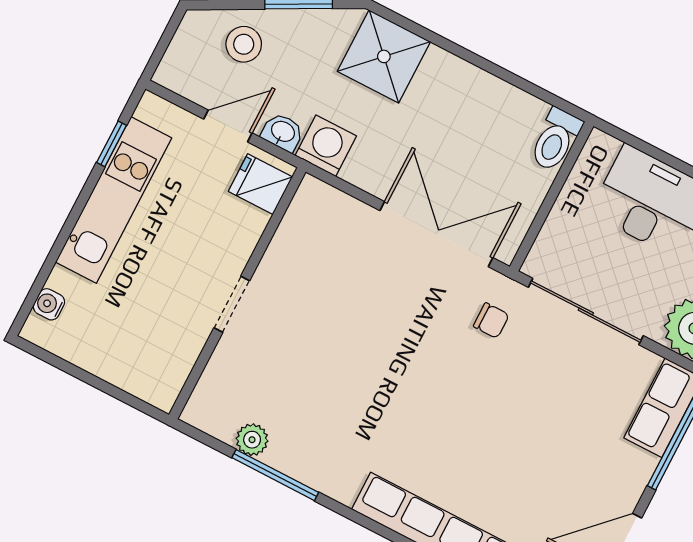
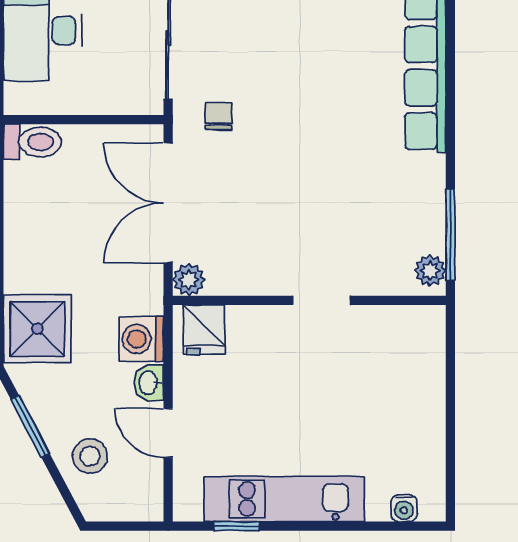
fridge: (260, 184) -> (204, 330), moved
plant: (357, 217) -> (189, 280), added
wall: (237, 293) -> (309, 300), moved
doorway: (232, 304) -> (322, 300), moved

